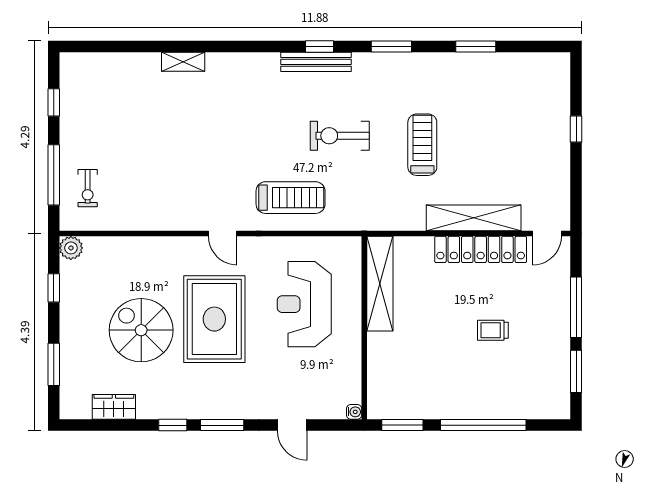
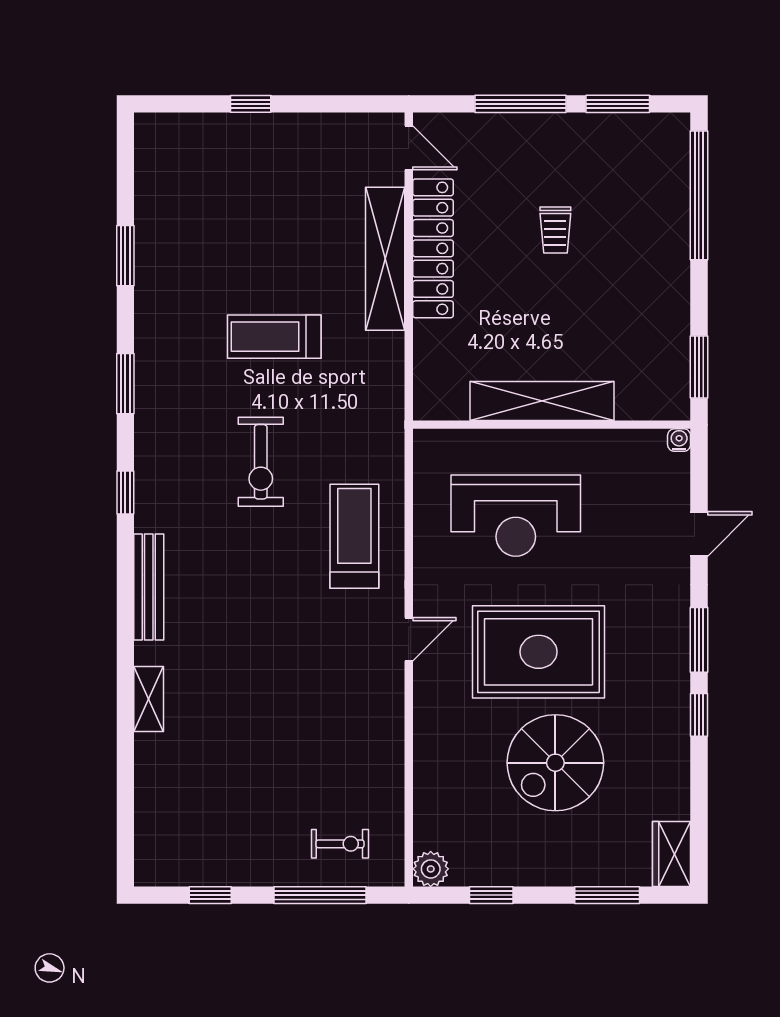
bench: (316, 62) -> (149, 587), moved
shelving: (380, 284) -> (542, 401), moved
wardrobe: (114, 407) -> (672, 854), moved
window: (483, 425) -> (699, 195), moved

